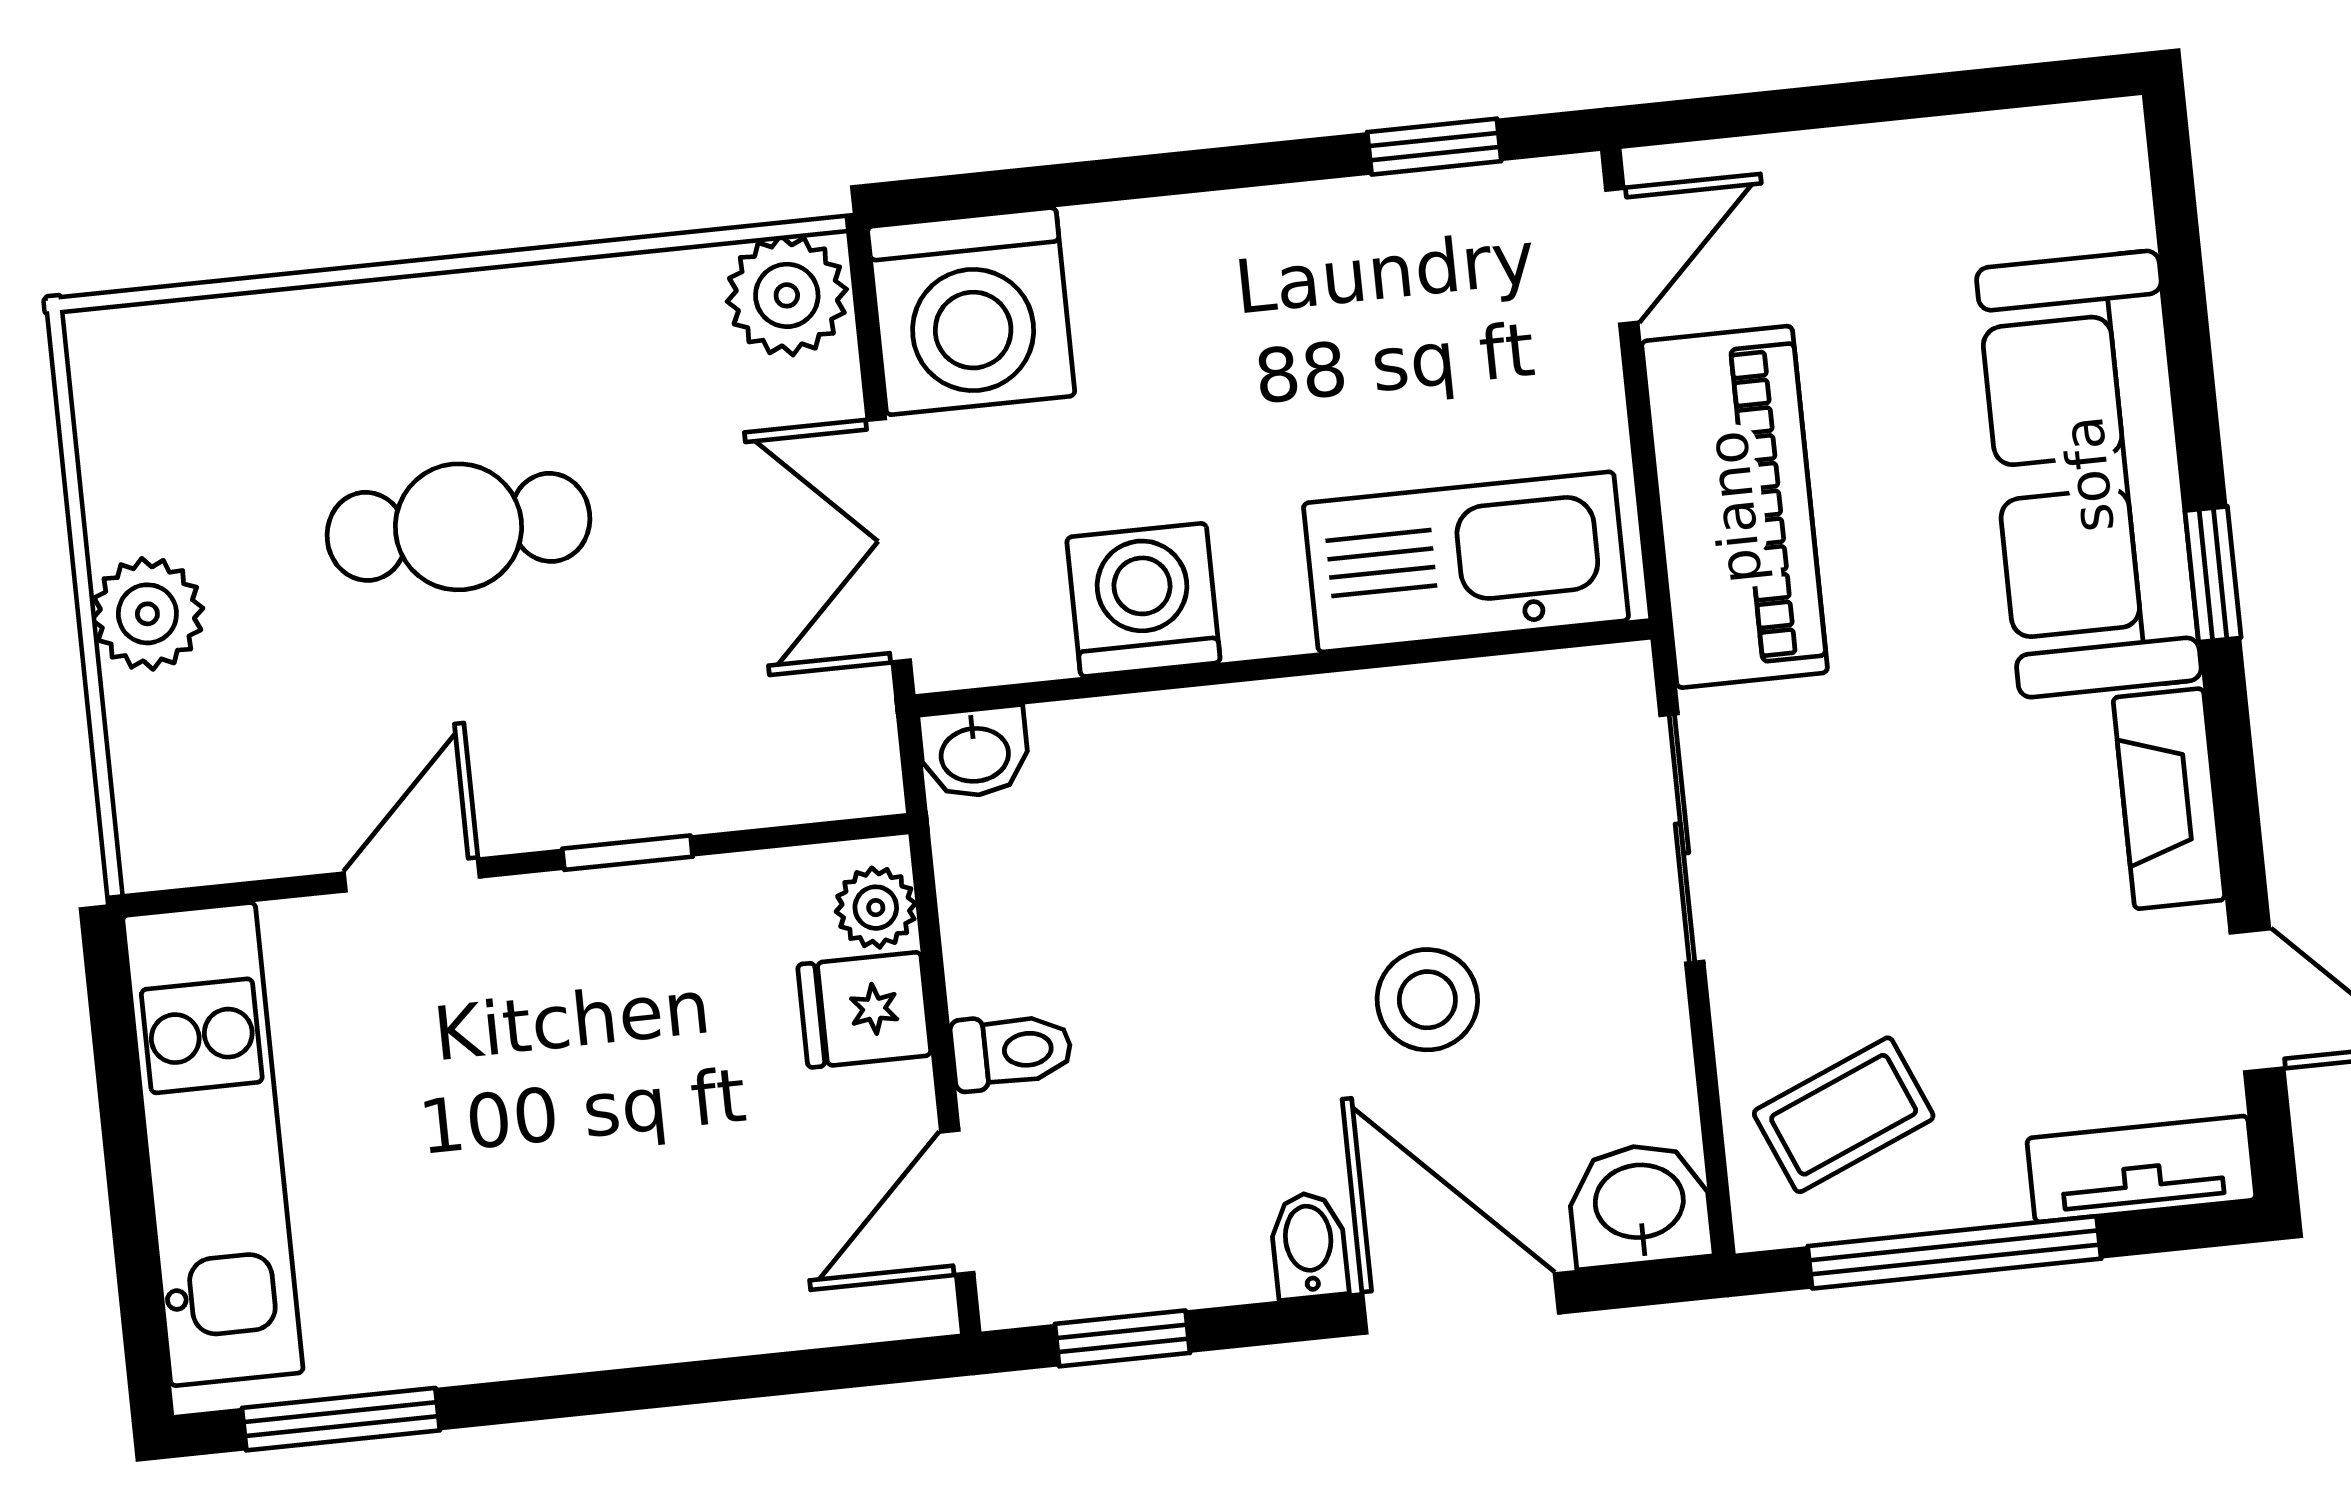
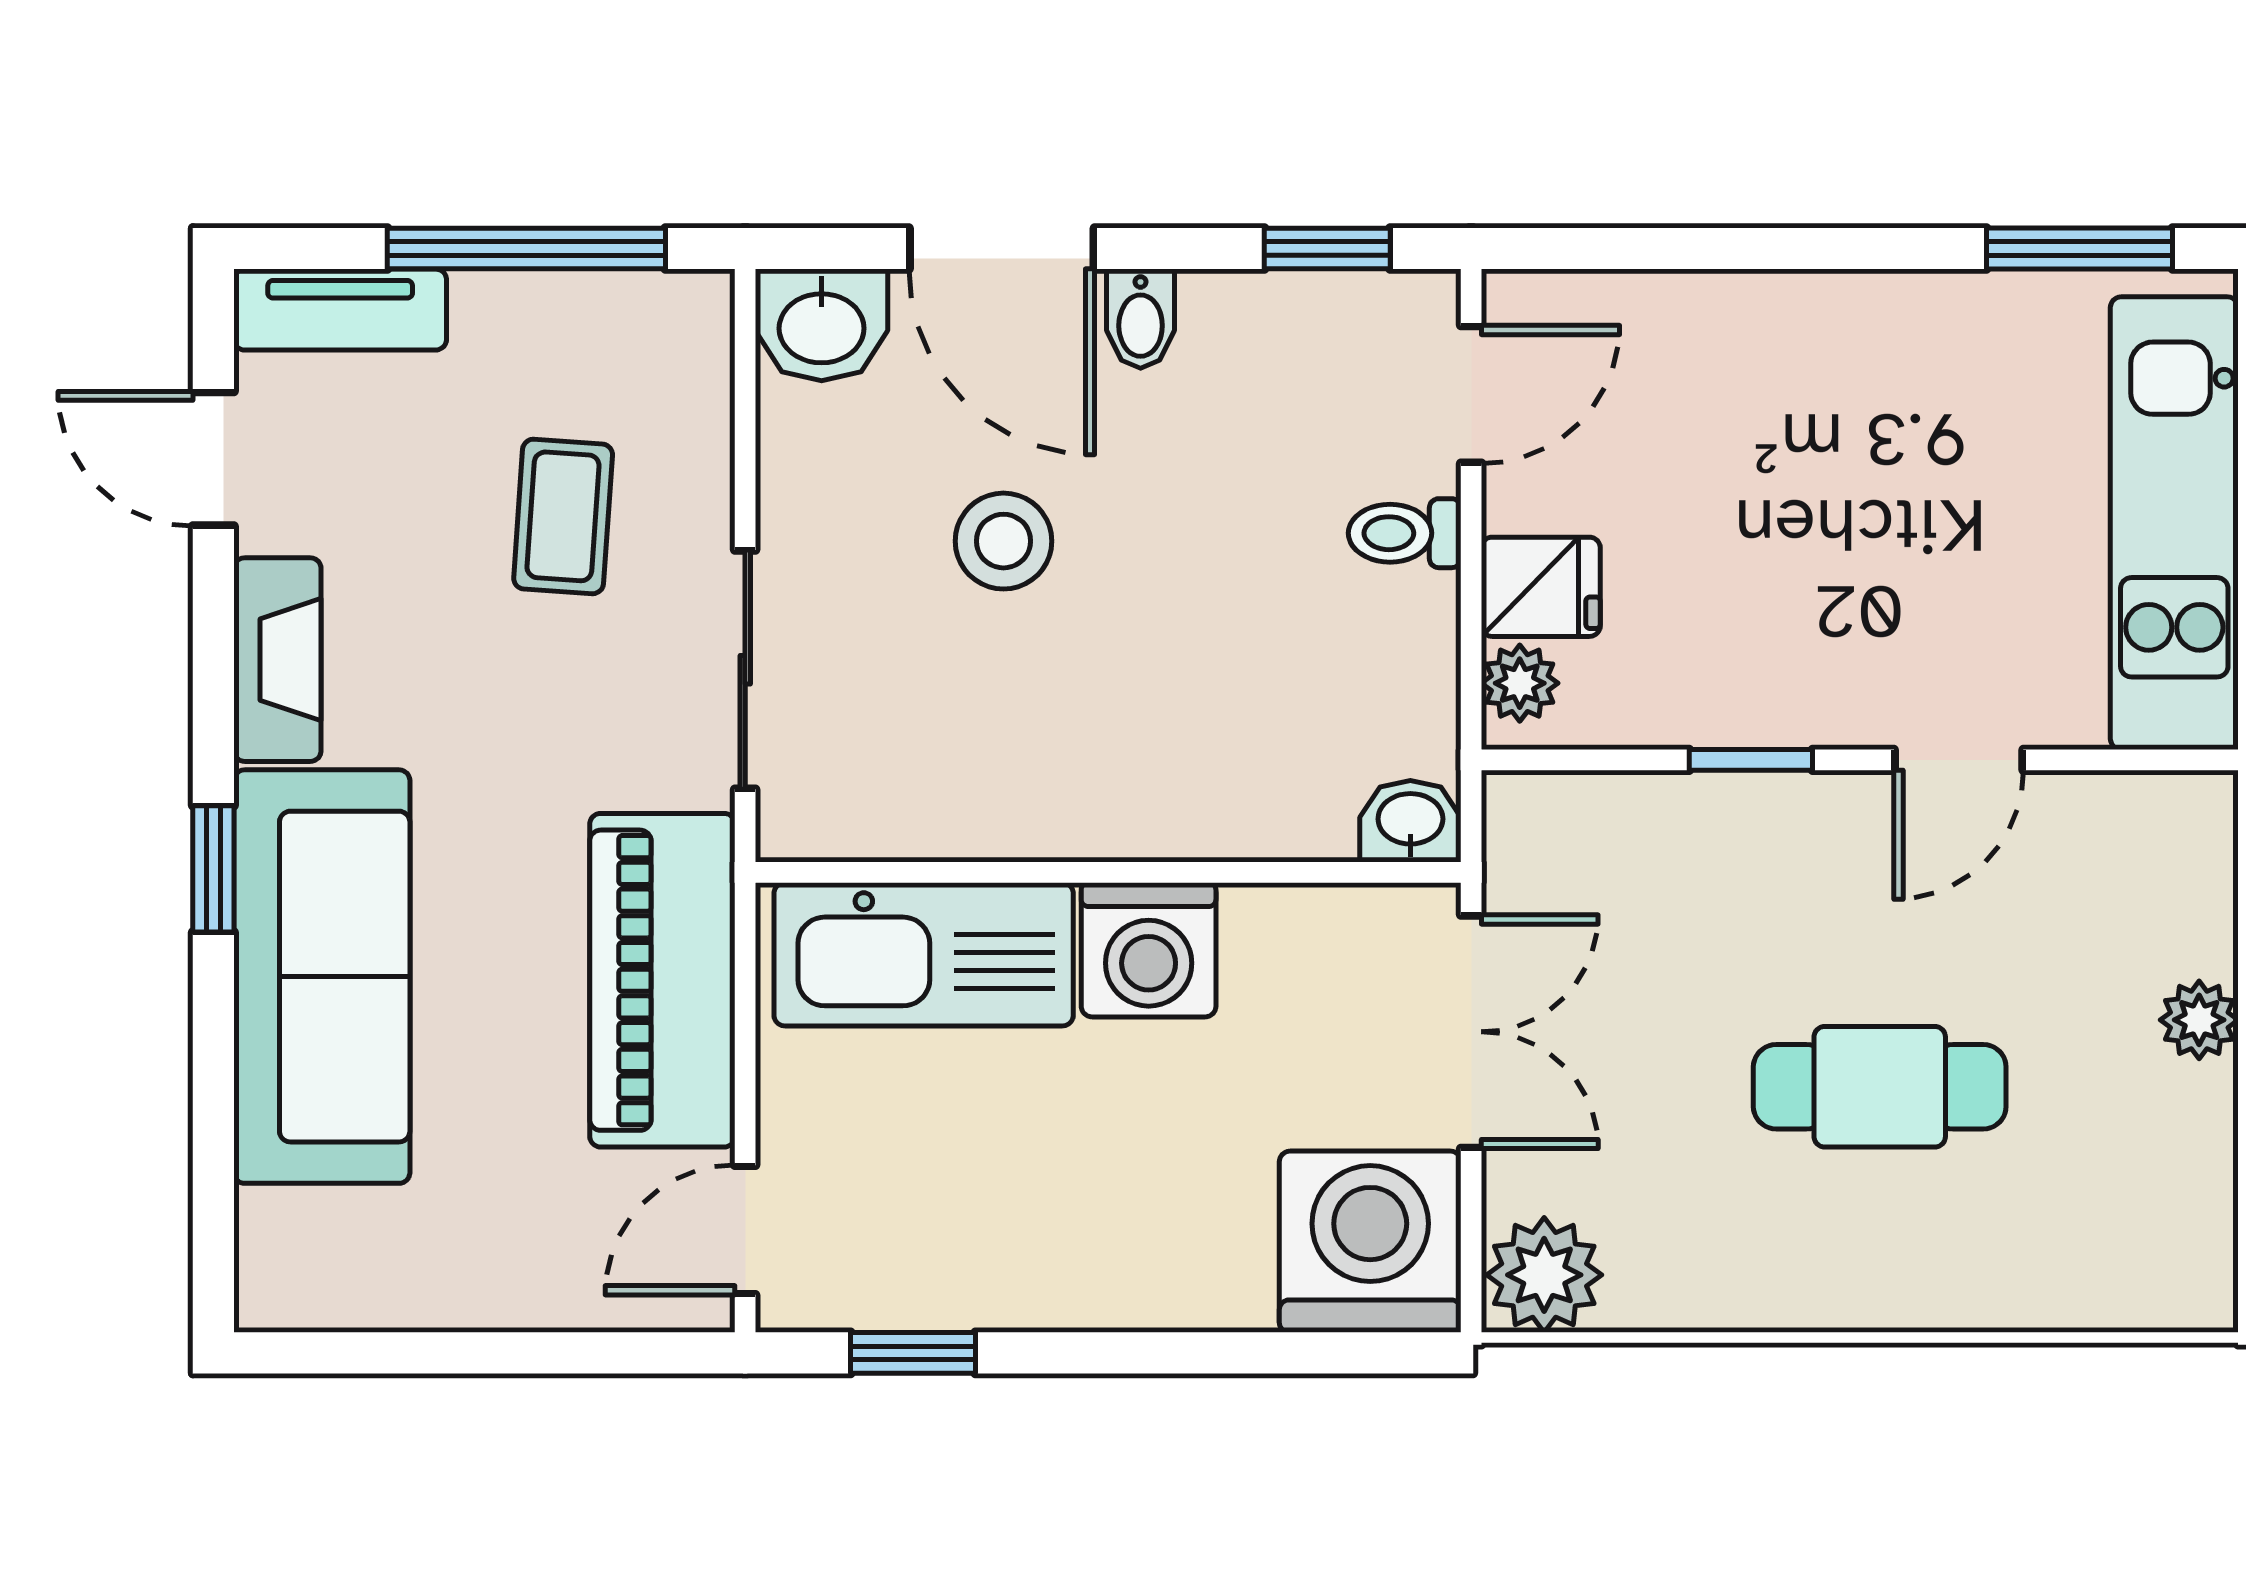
washing machine: (1143, 600) -> (1149, 950), moved
plant: (147, 614) -> (2199, 1020), width x0.73, depth x0.73
coffee table: (1844, 1115) -> (563, 516), moved, turned -63

